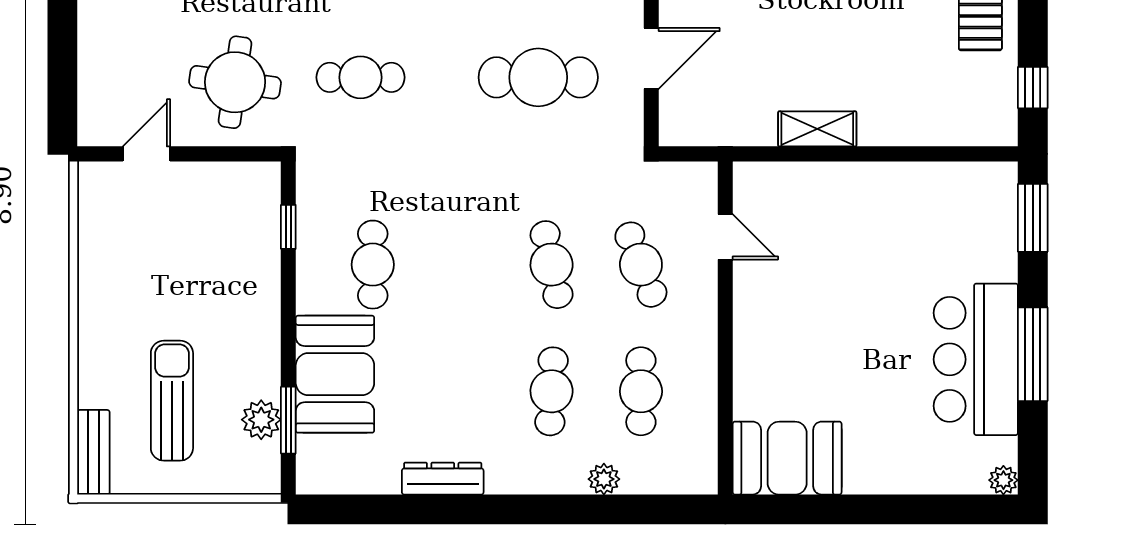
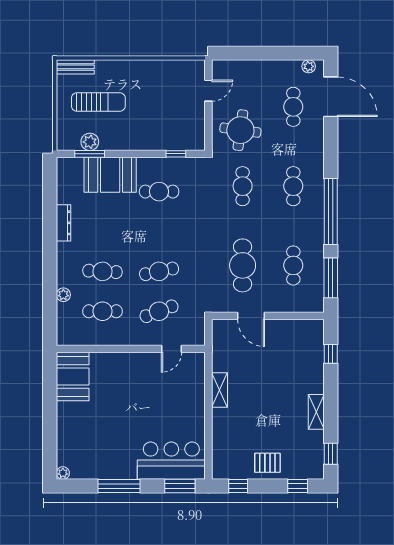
door: (146, 154) -> (208, 91), hinge flipped
bar counter: (976, 359) -> (171, 461), moved

